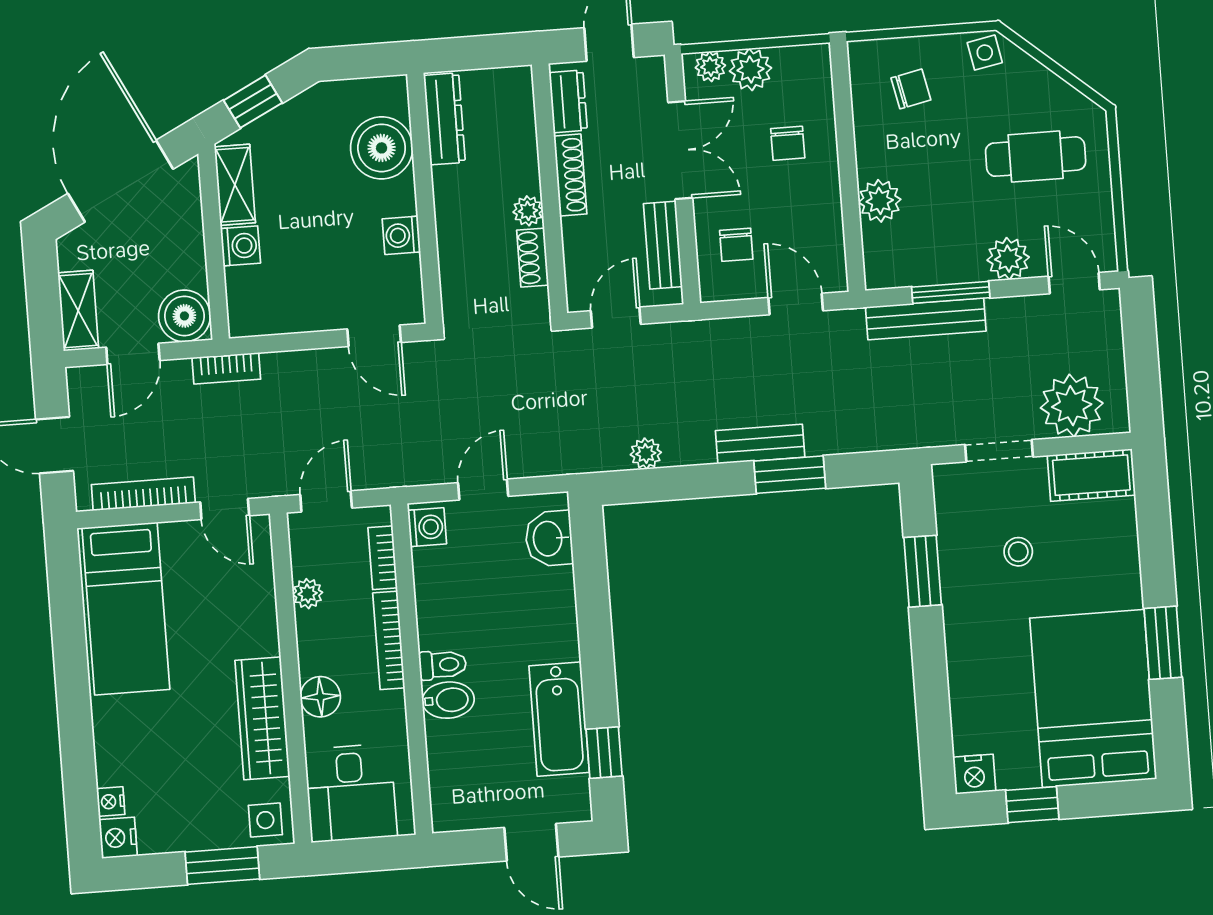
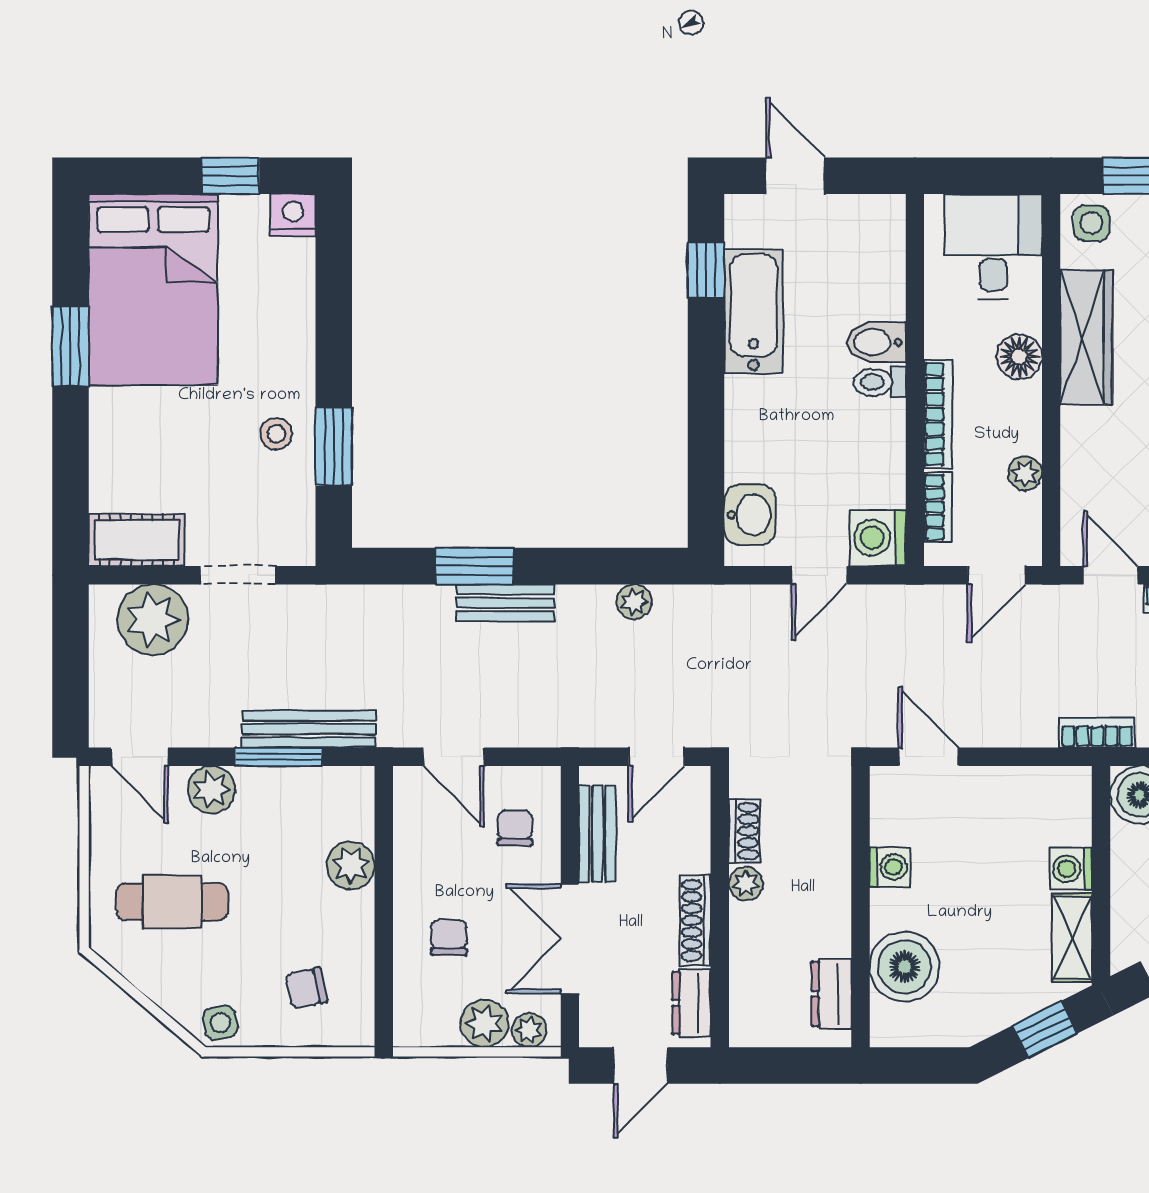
dresser: (444, 119) -> (832, 994), width x0.70
washing machine: (427, 527) -> (878, 538), width x1.38, depth x1.38
stool: (1018, 552) -> (276, 434), moved

